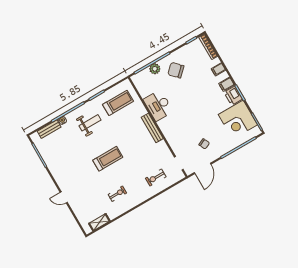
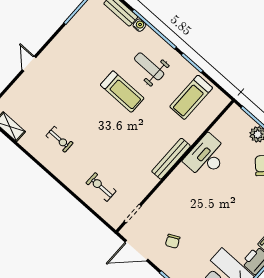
treadmill: (118, 103) -> (191, 97), turned 90
weight bench: (90, 123) -> (149, 66), turned 180
treadmill: (108, 159) -> (122, 92), moved

